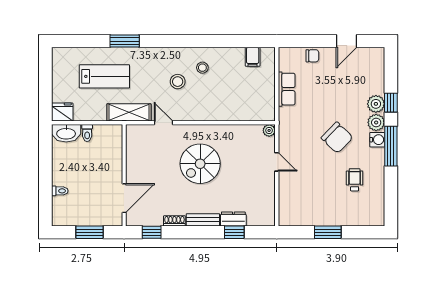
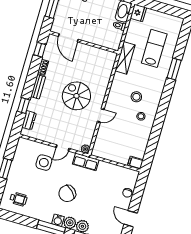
filing cabinet: (253, 57) -> (135, 163), moved
lab bench: (104, 76) -> (154, 48), turned 180
row of seats: (287, 89) -> (86, 162), moved
door: (163, 123) -> (101, 115), moved
wheelchair: (355, 180) -> (18, 199), moved
side table: (304, 182) -> (44, 163), added
dresser: (233, 219) -> (29, 120), moved

